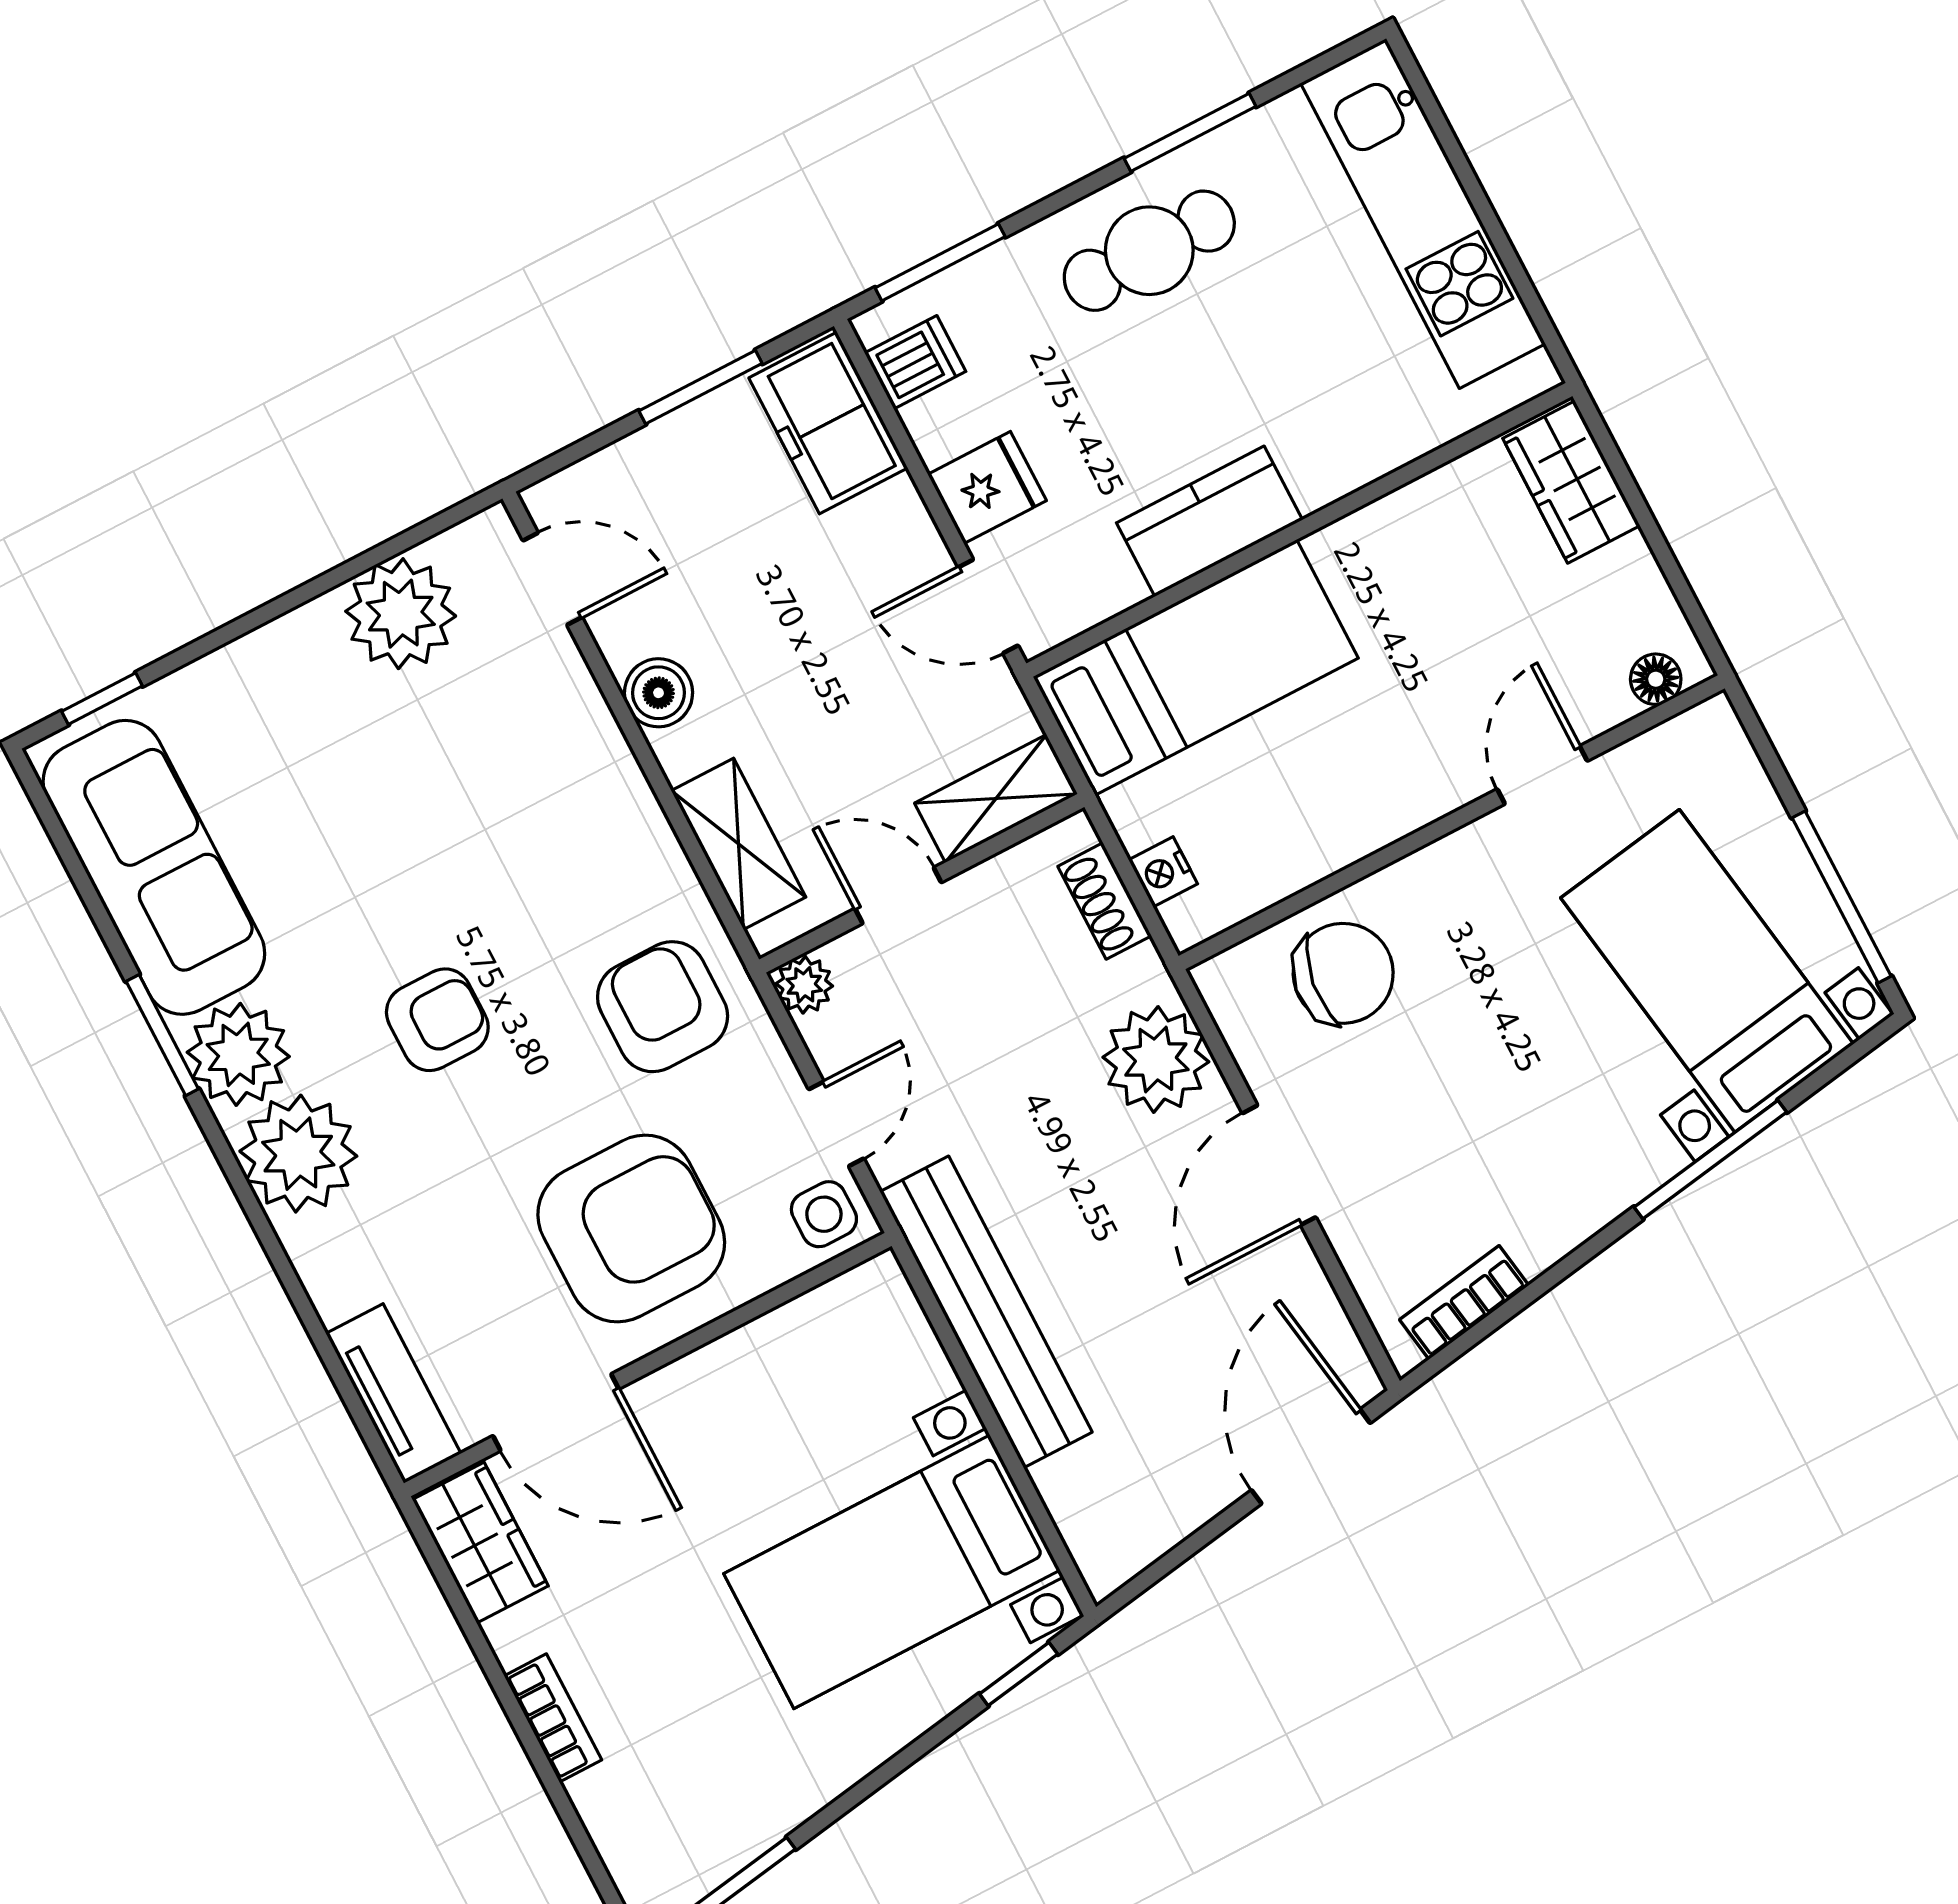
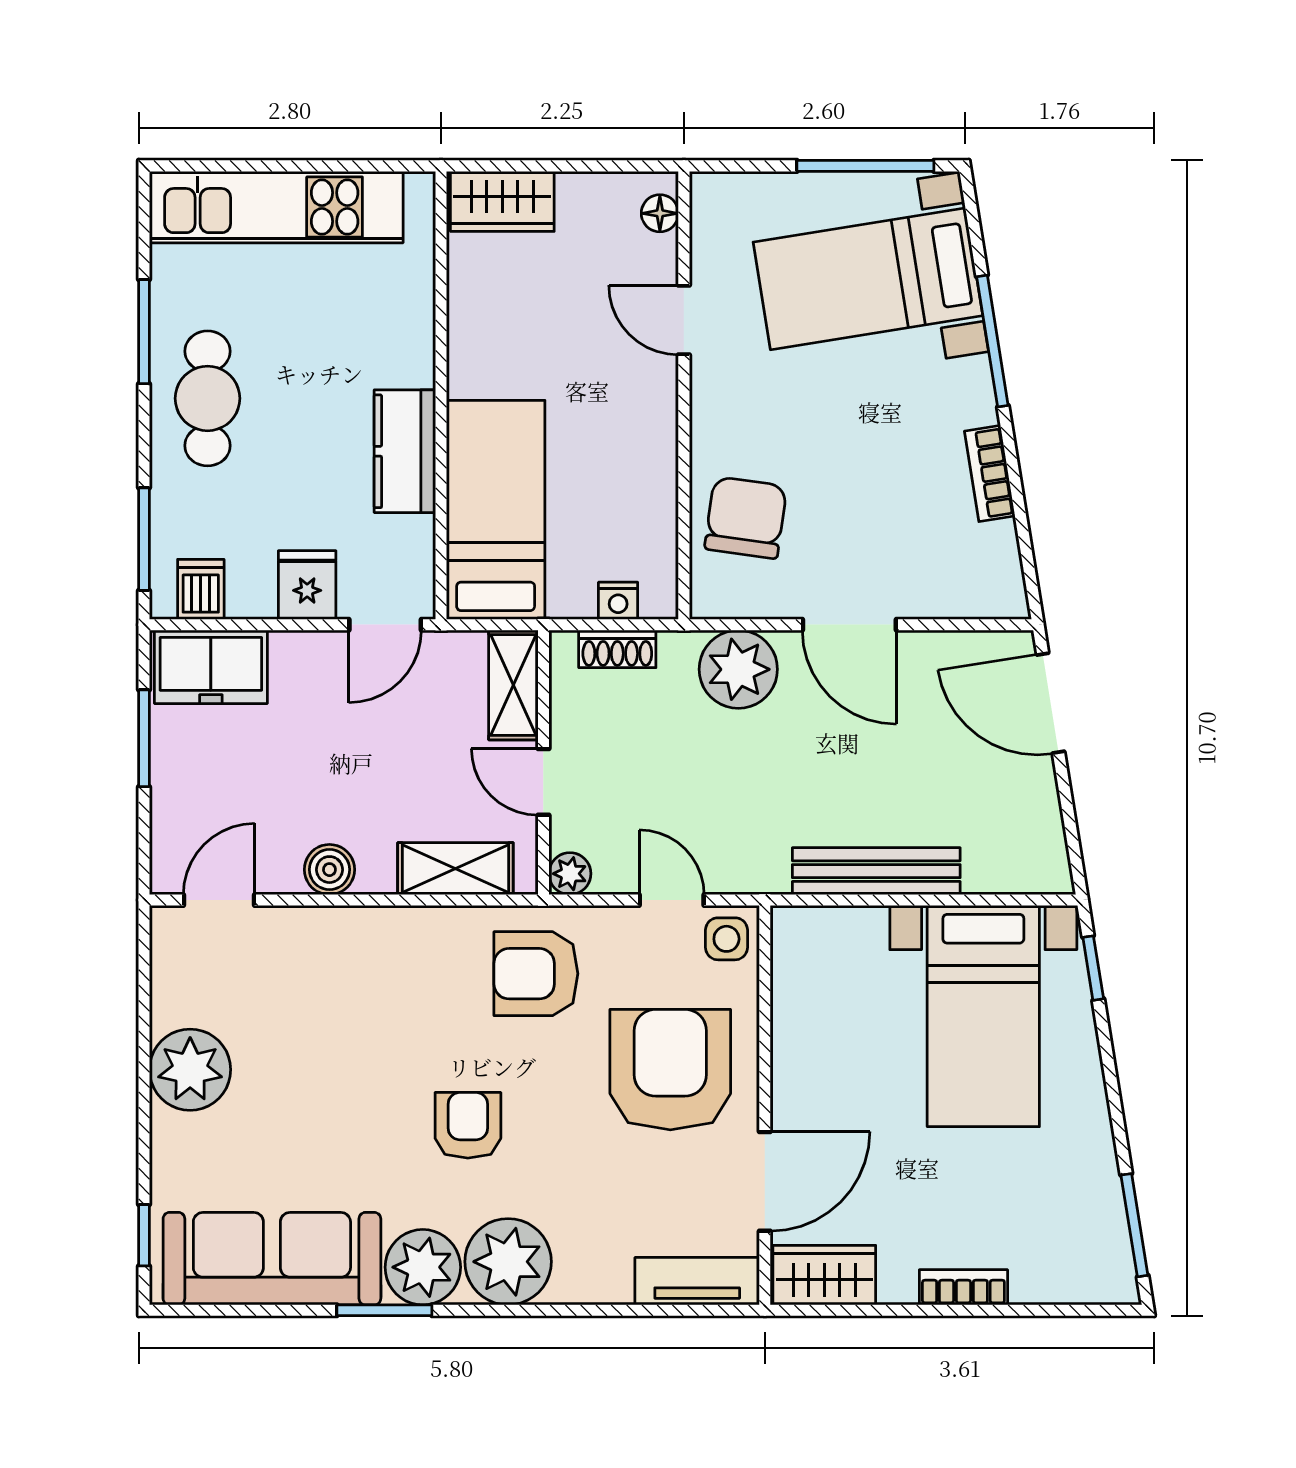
plant: (401, 614) -> (190, 1070), moved
door: (898, 896) -> (543, 782), hinge flipped
bookcase: (1464, 1303) -> (990, 474), moved
bench: (986, 1312) -> (876, 871), width x0.73, depth x0.82

